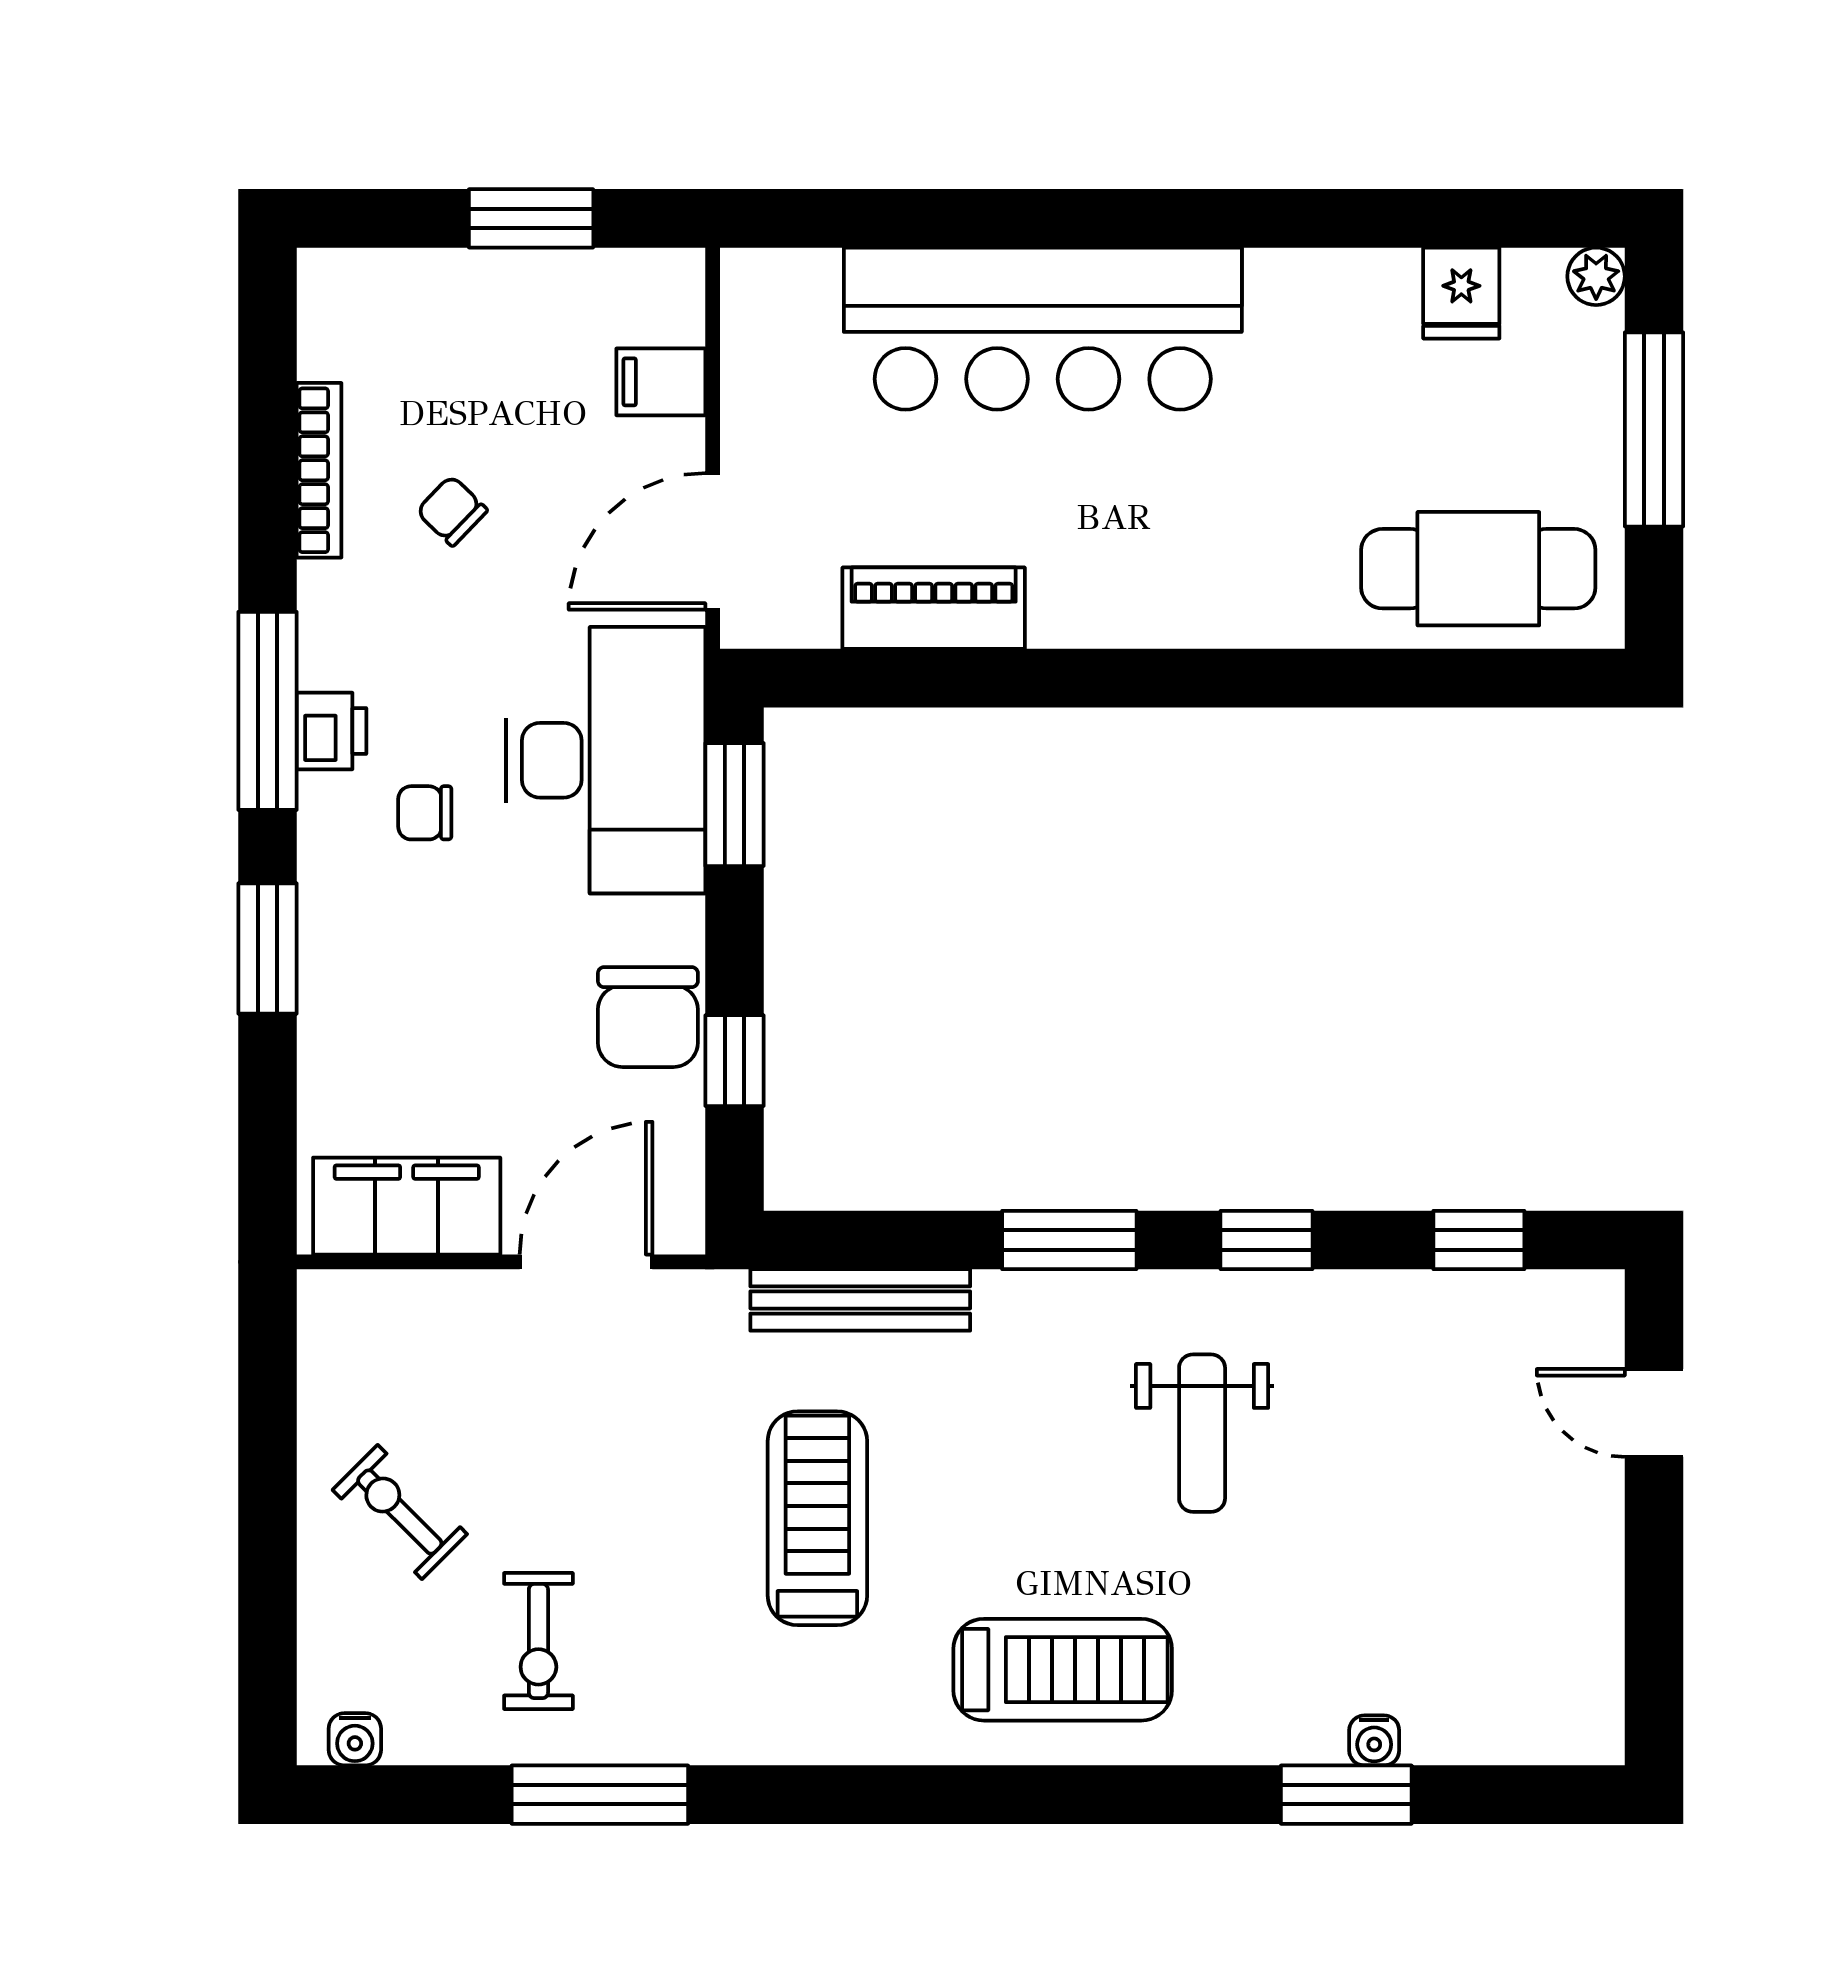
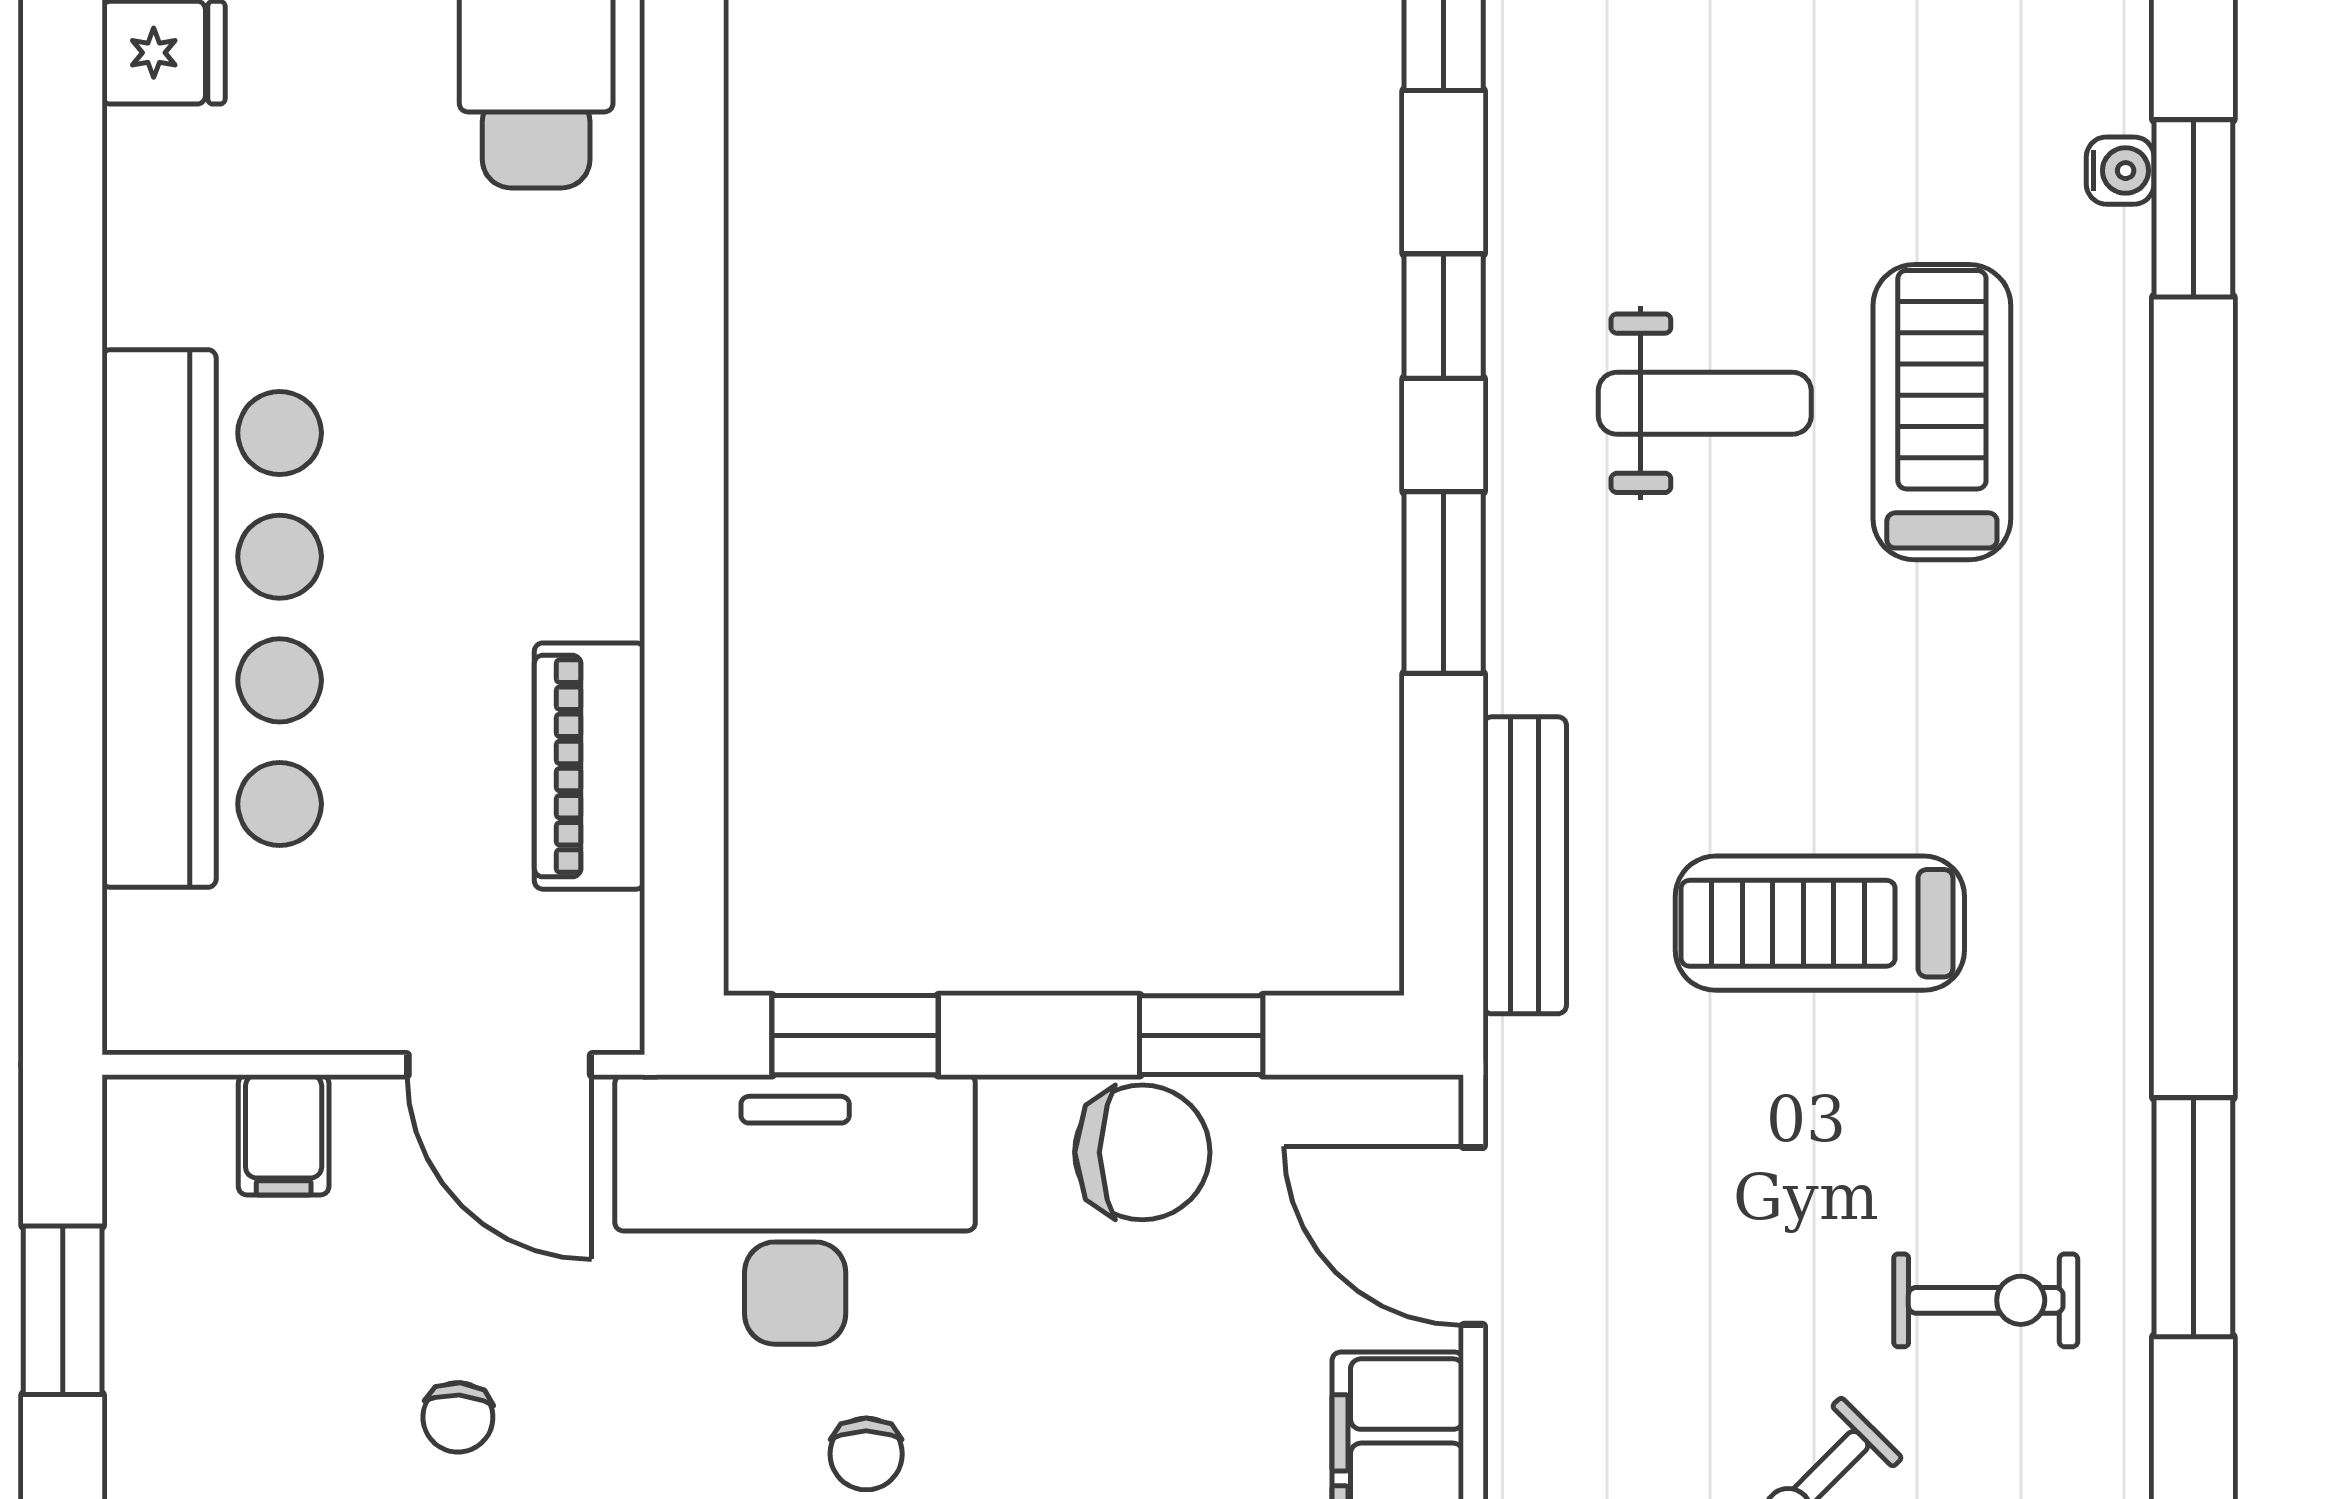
chair: (452, 511) -> (458, 1417), turned -40
treadmill: (1063, 1670) -> (1942, 412), moved

